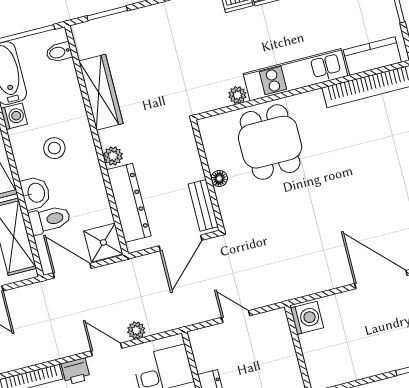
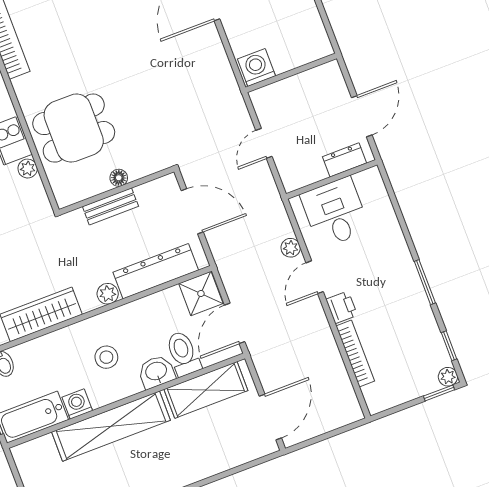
bench: (203, 205) -> (110, 206), moved

